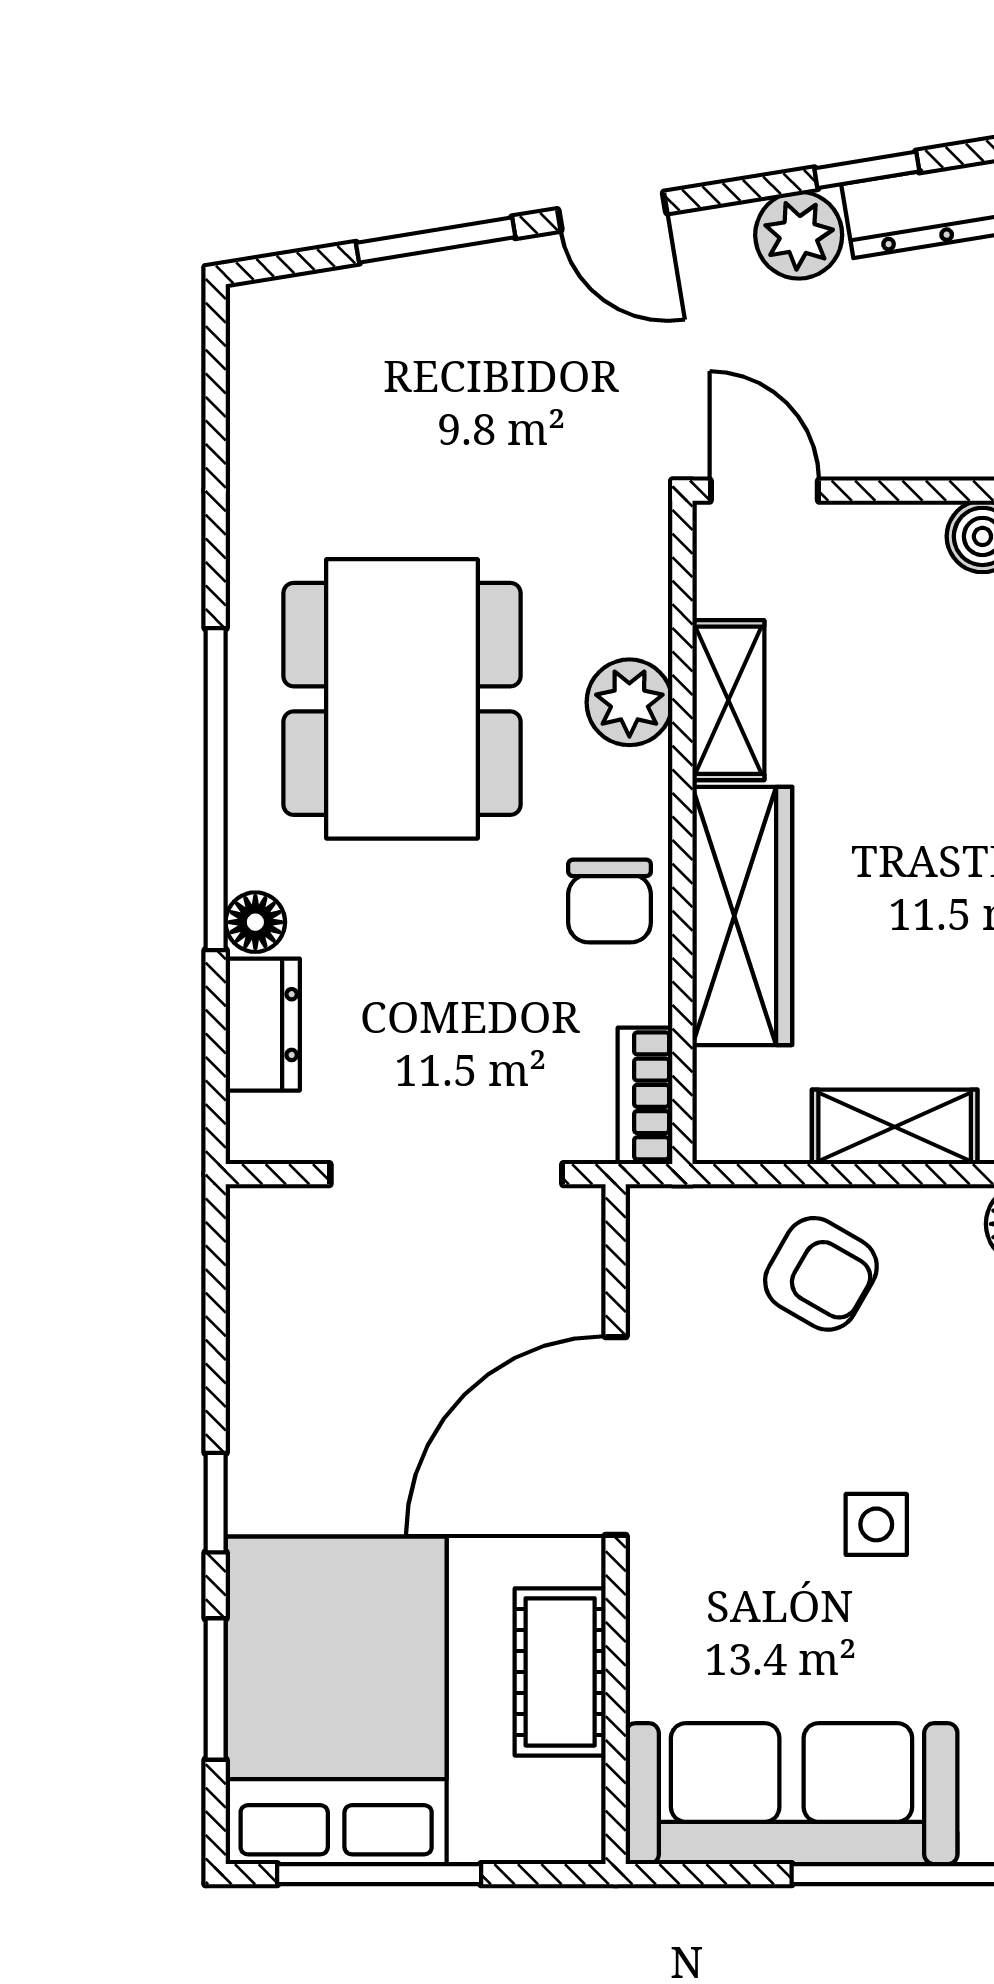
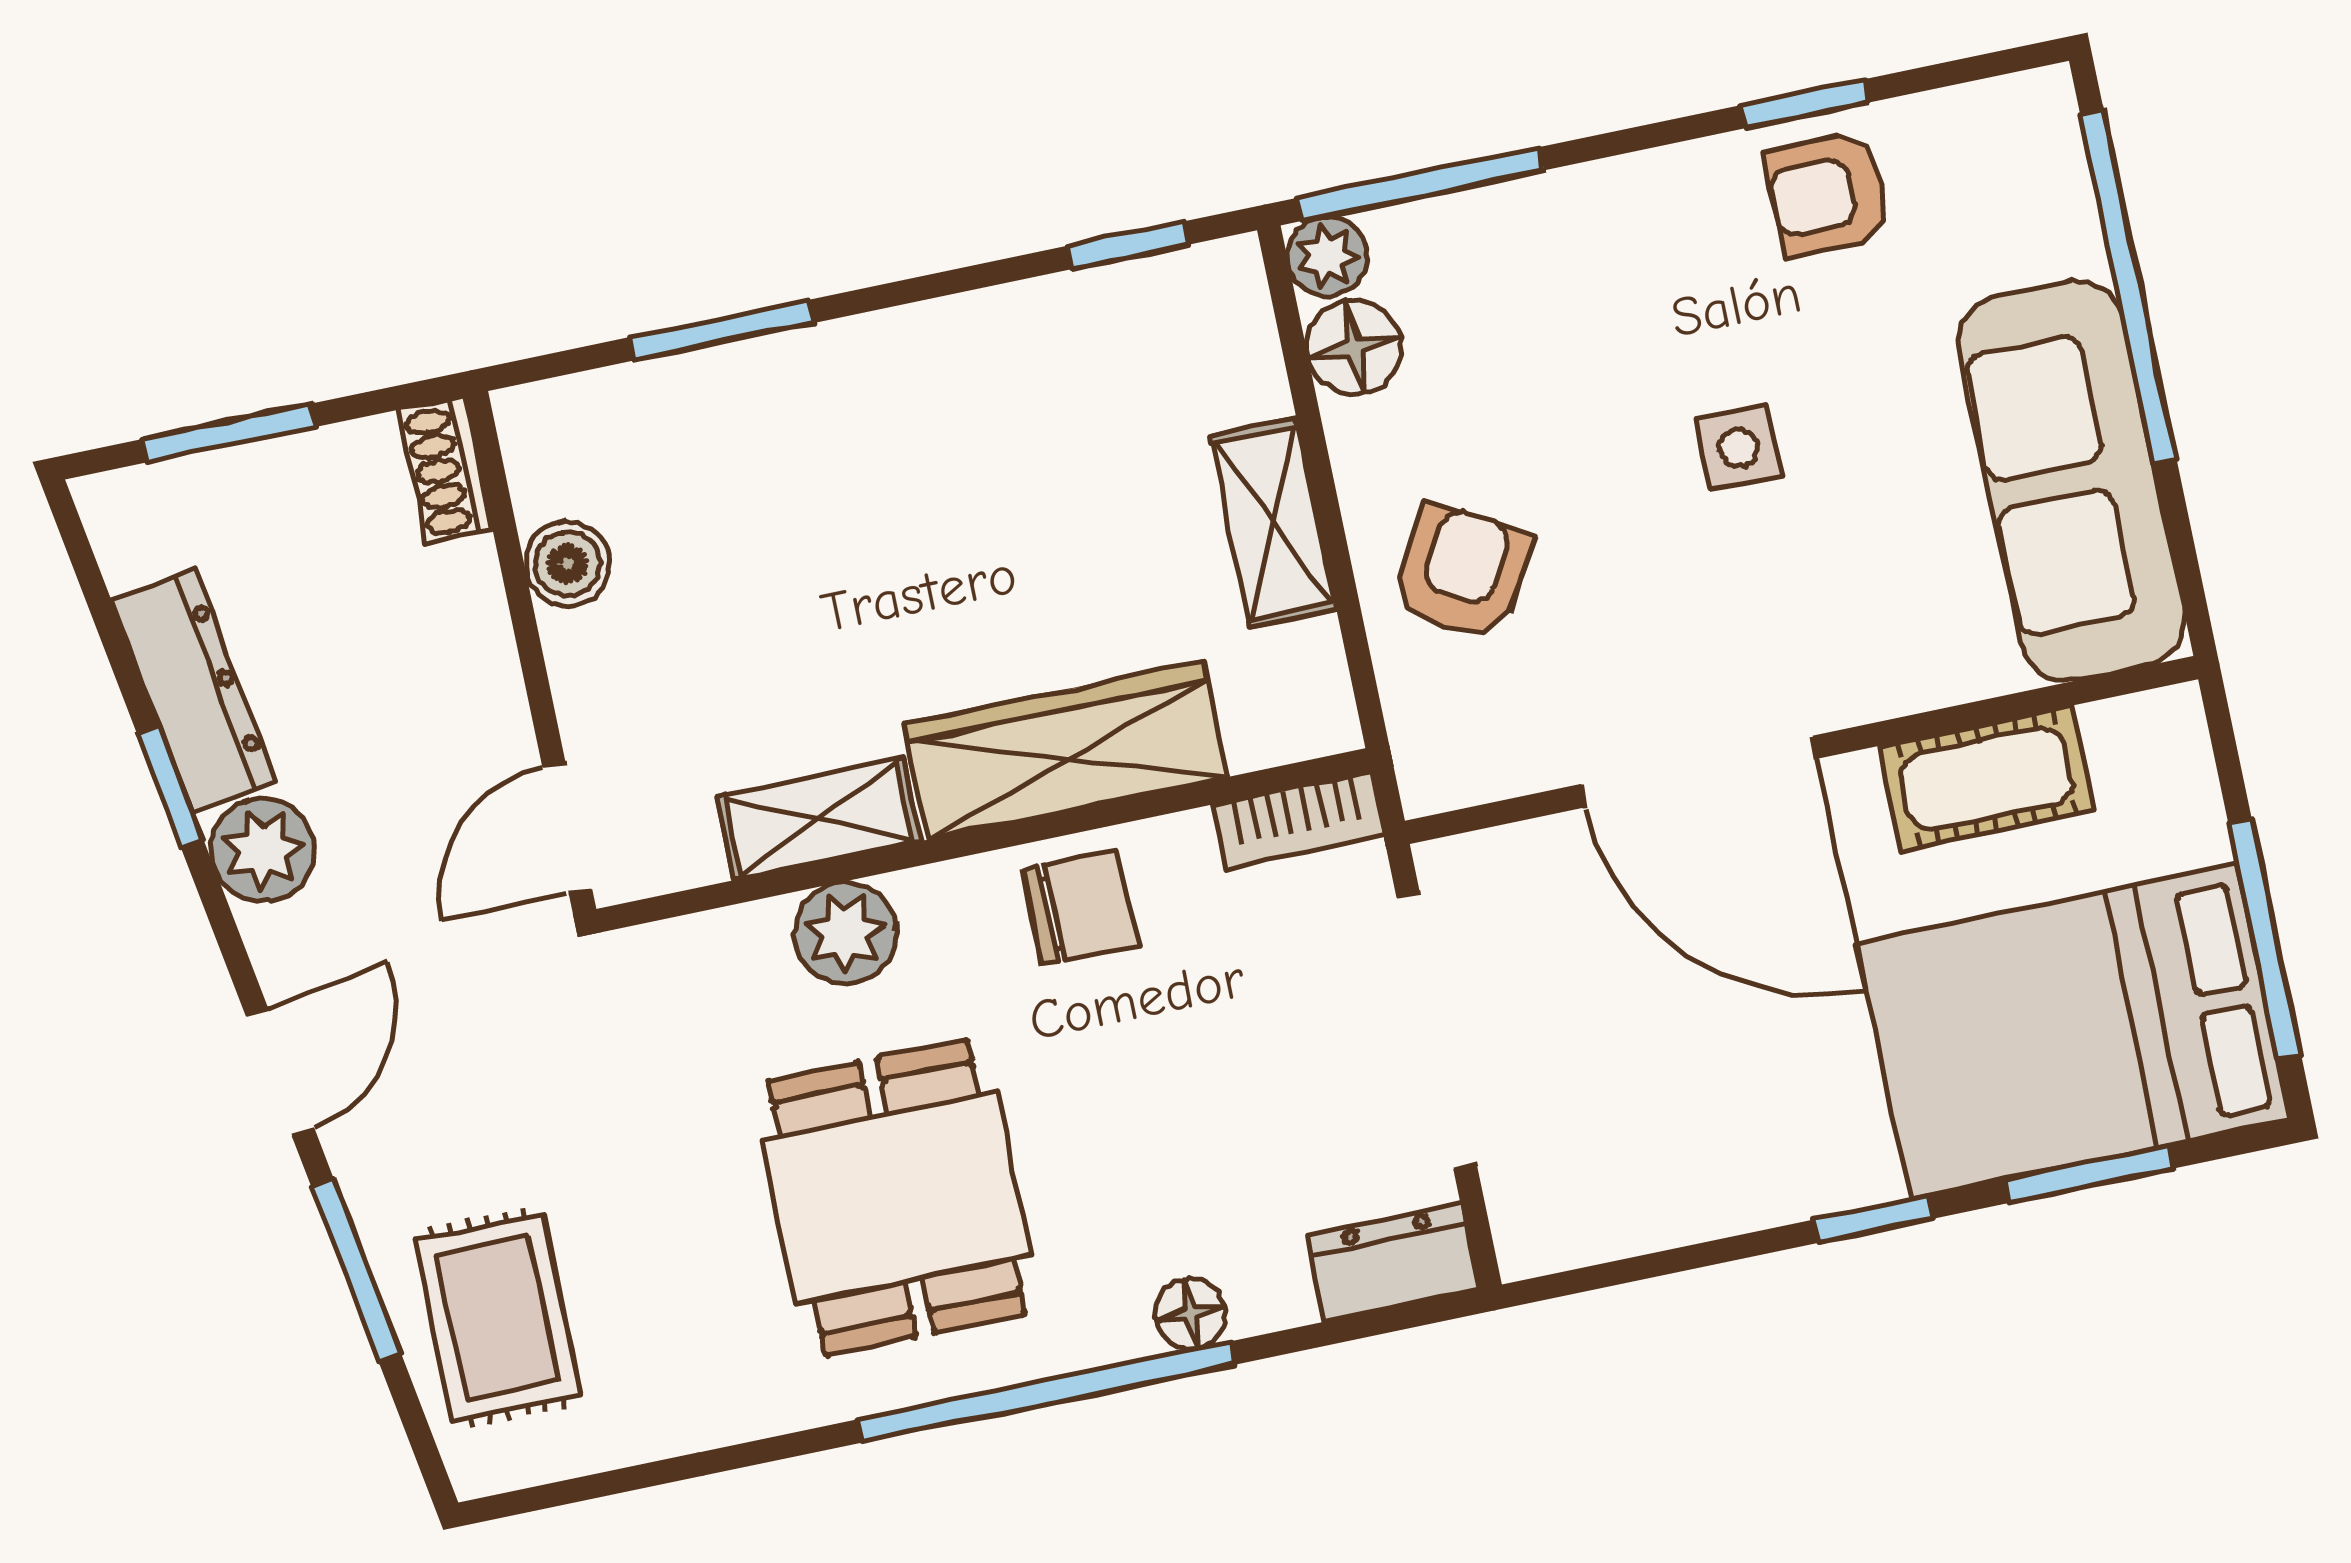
rug: (372, 349) -> (497, 1317), added
dining table: (402, 699) -> (896, 1198), width x0.73
dresser: (263, 1025) -> (1393, 1262), moved

